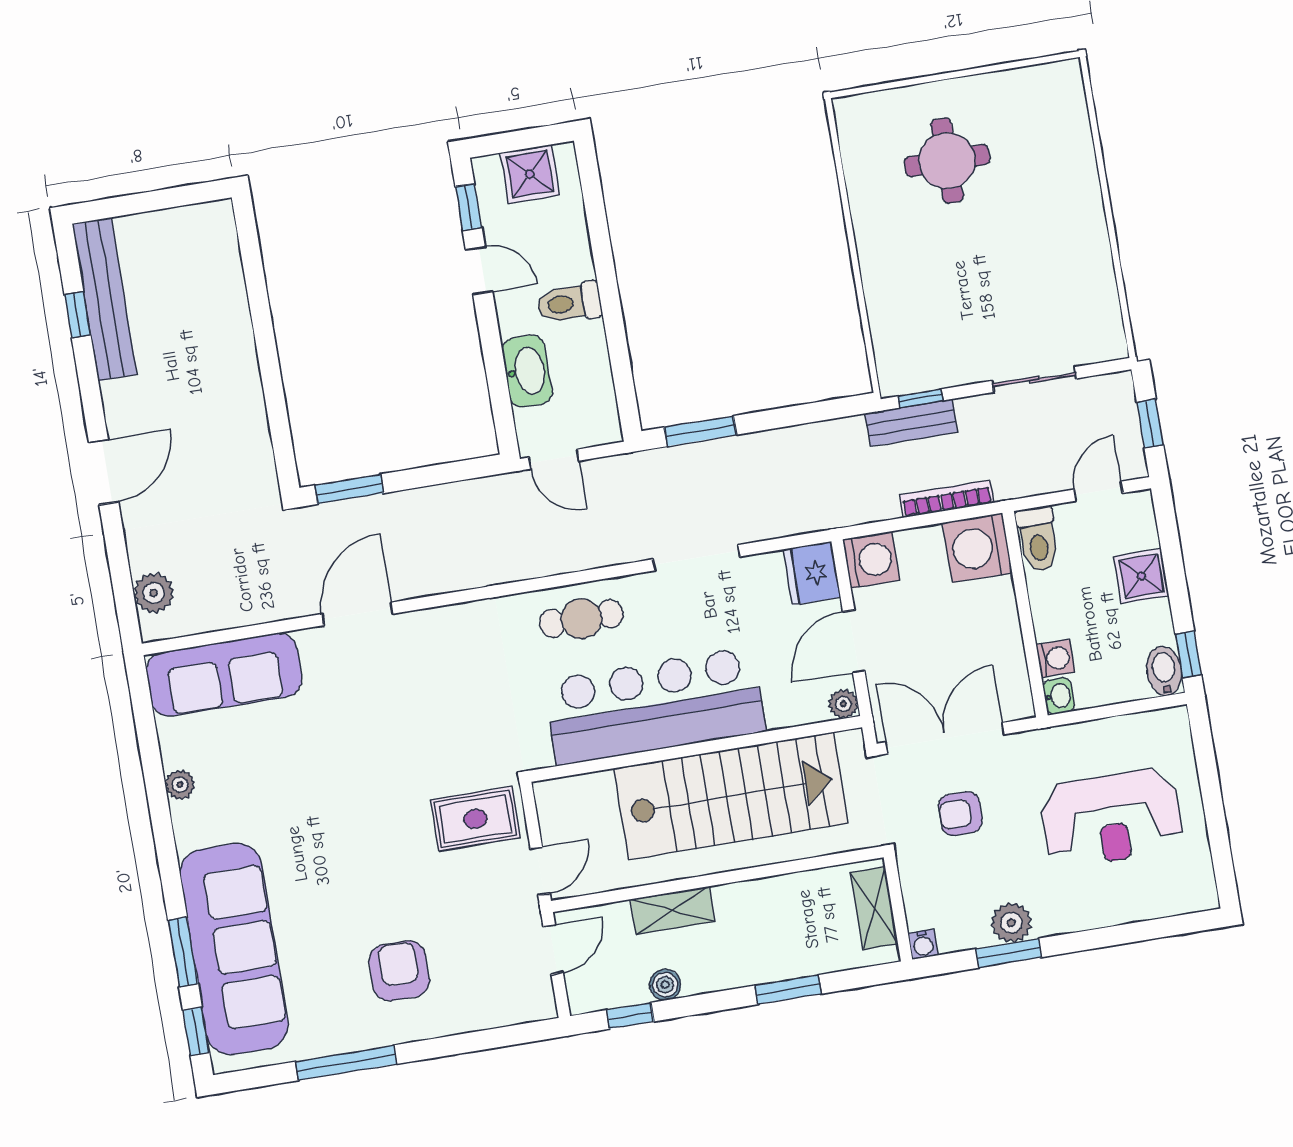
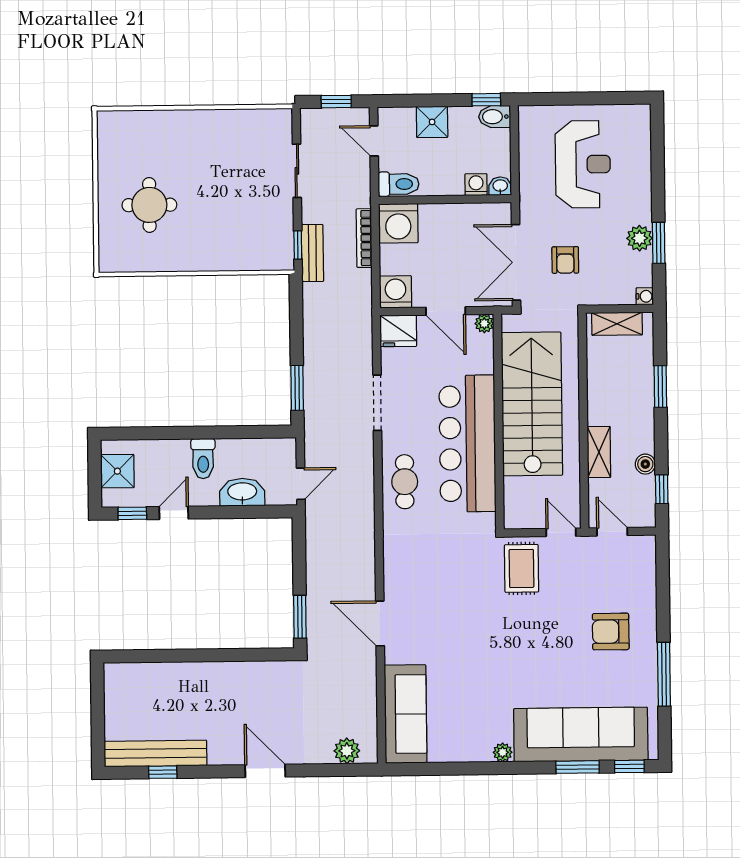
plant: (180, 785) -> (503, 752), moved

